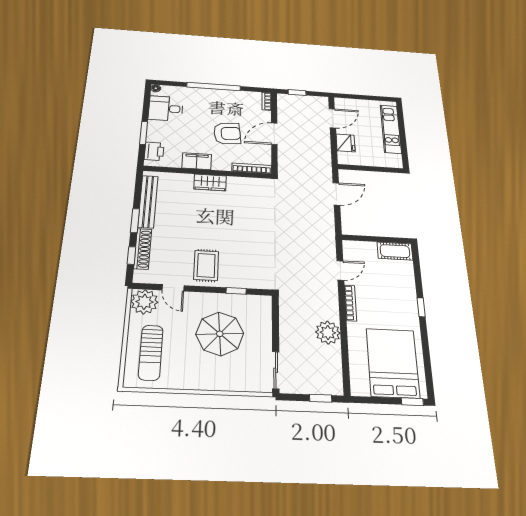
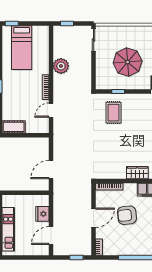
rug: (206, 265) -> (113, 113), moved
bed: (393, 363) -> (22, 48), width x0.67

